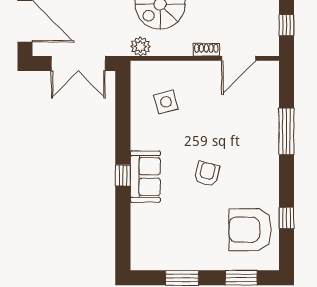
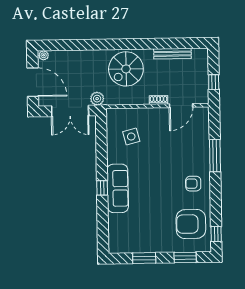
plant: (140, 46) -> (97, 99), moved
armchair: (207, 174) -> (193, 184), moved, turned -103
sofa: (145, 177) -> (118, 188), width x1.36
window: (286, 218) -> (216, 234), moved

